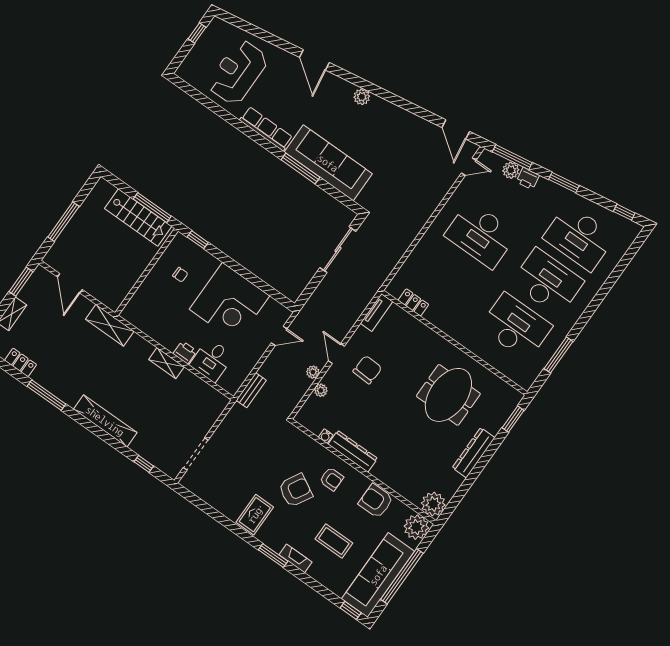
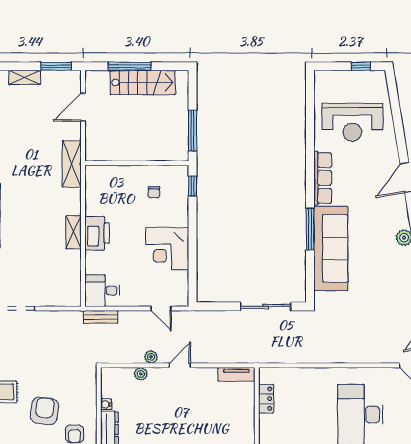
reception desk: (238, 72) -> (352, 122), turned 180
stairs: (138, 217) -> (143, 83), moved, turned -90
corner desk: (229, 303) -> (167, 249), width x0.74, depth x0.74
printer: (185, 352) -> (97, 233), width x1.87, depth x1.48
desk: (212, 360) -> (102, 291), moved
chair: (367, 370) -> (184, 400), removed
armchair: (295, 490) -> (44, 411), turned -111

